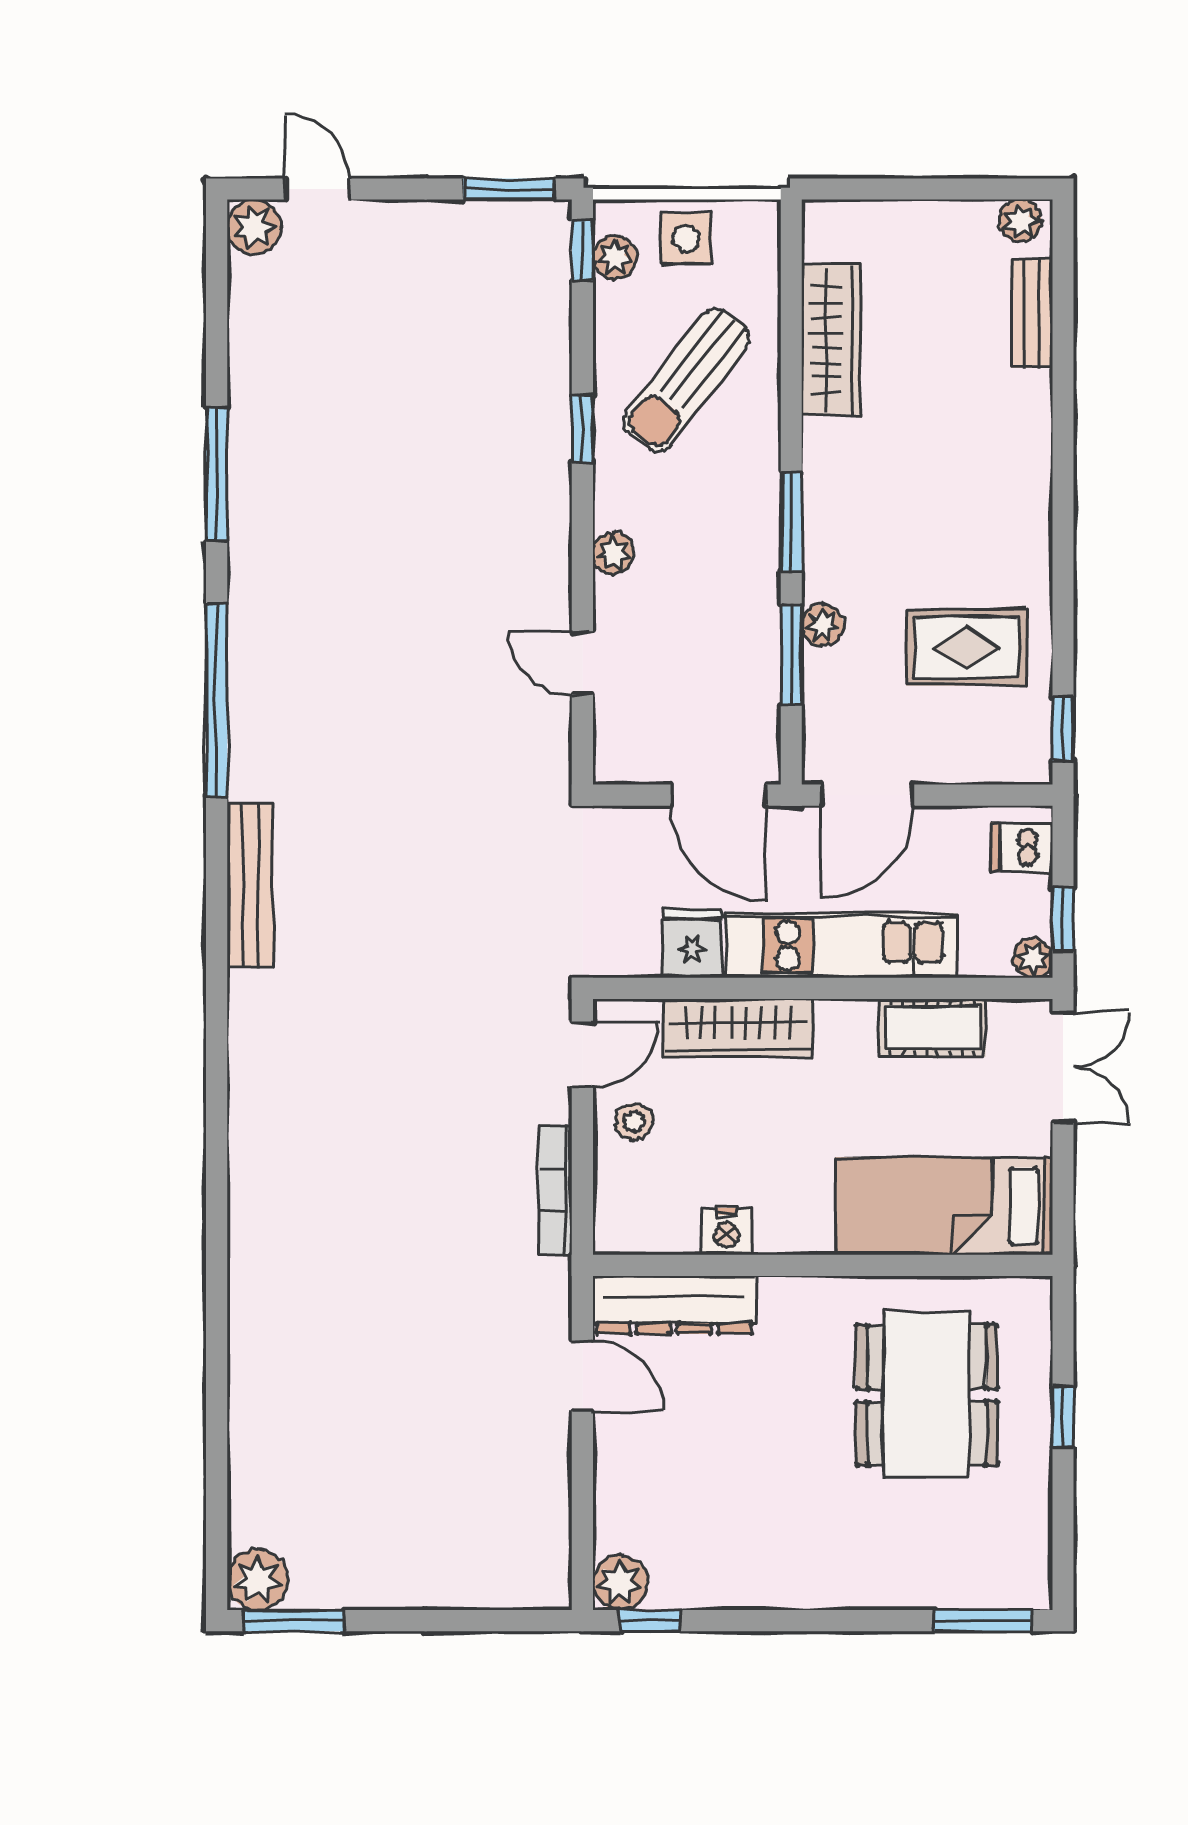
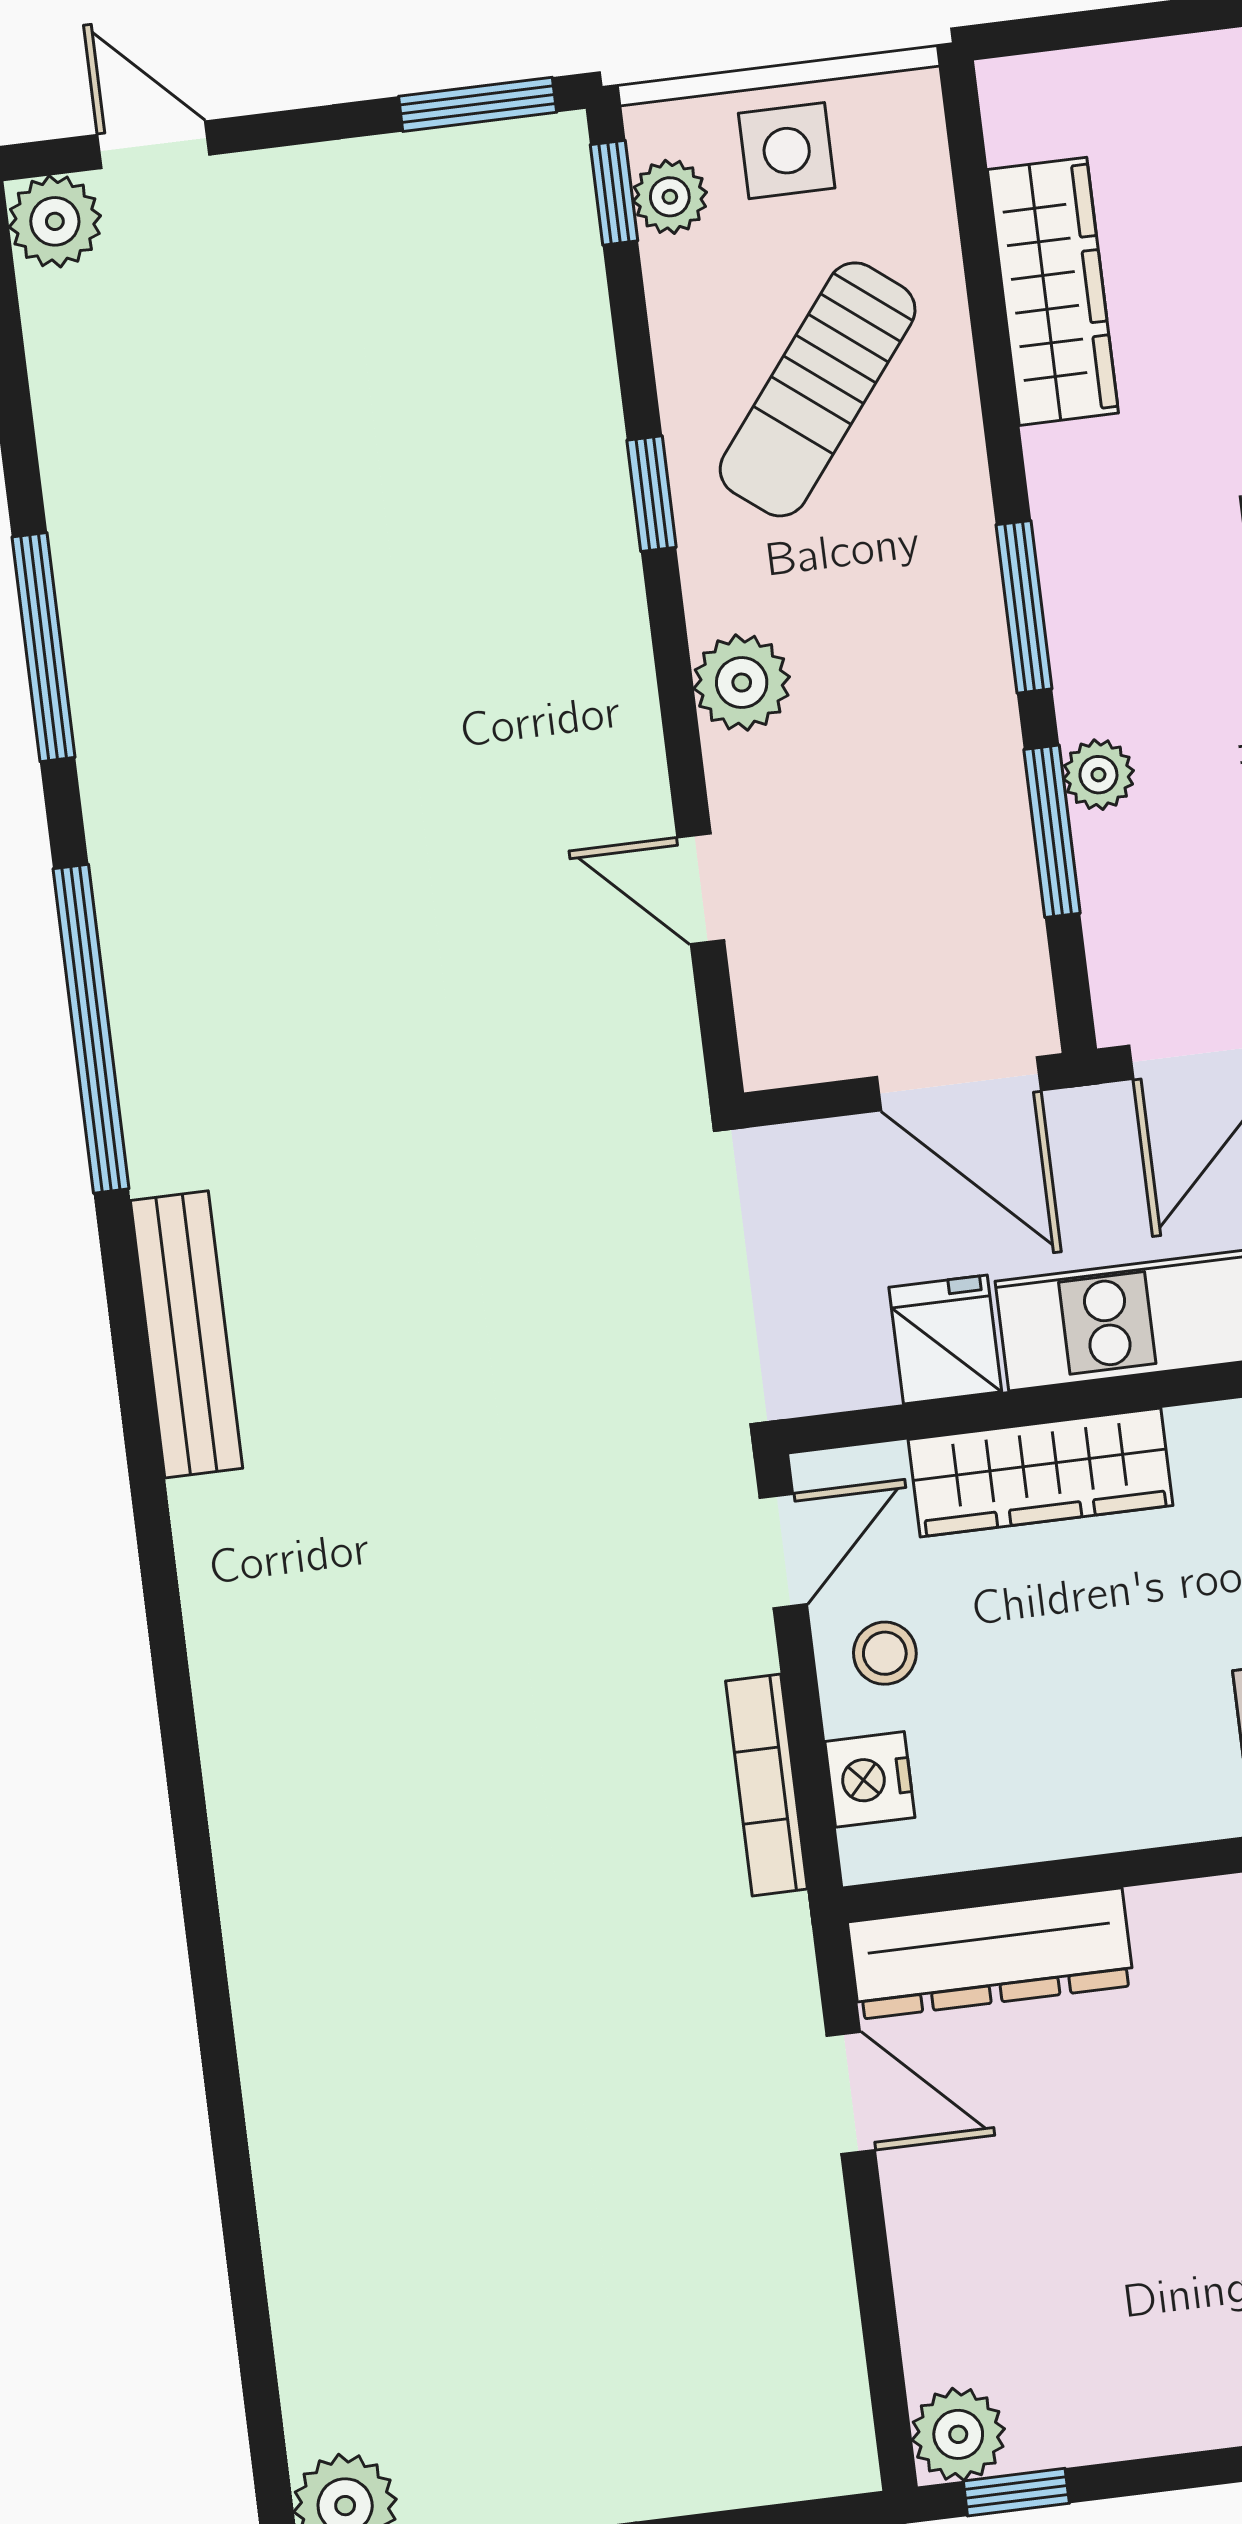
plant: (613, 553) -> (742, 683), width x1.38, depth x1.38
nightstand: (727, 1231) -> (870, 1779), moved, turned 90

